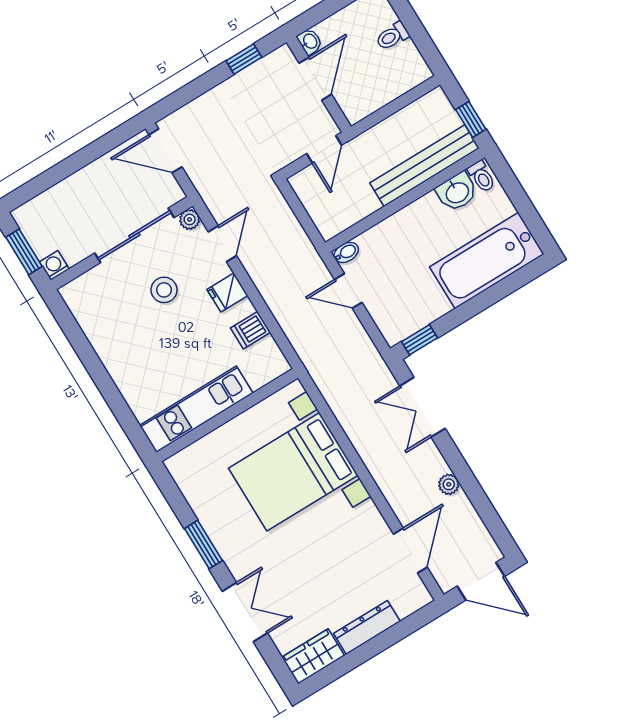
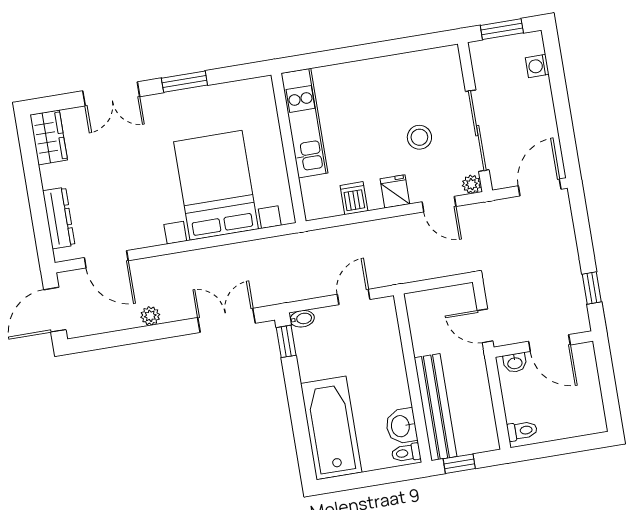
toilet: (392, 36) -> (522, 431), moved, turned 90
washbasin: (310, 41) -> (515, 363), moved
bidet: (346, 252) -> (302, 319), moved, turned -90
washing machine: (54, 265) -> (537, 66), moved, turned 180
dresser: (367, 627) -> (59, 218), moved

